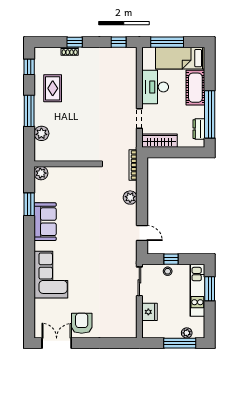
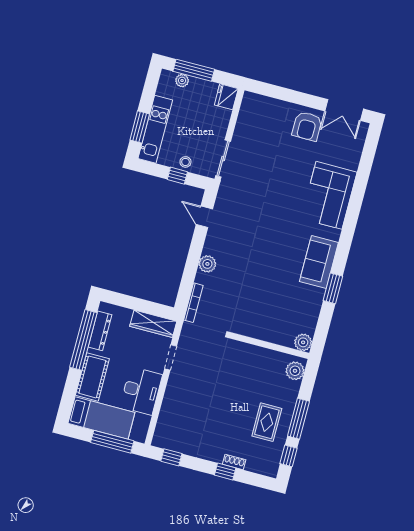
window: (29, 111) -> (298, 419), moved
dresser: (199, 129) -> (100, 331), width x1.44
wall: (65, 164) -> (270, 346), moved
plant: (41, 173) -> (303, 342), moved
fridge: (150, 312) -> (226, 97), moved

